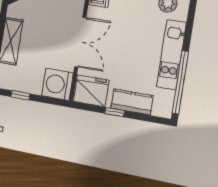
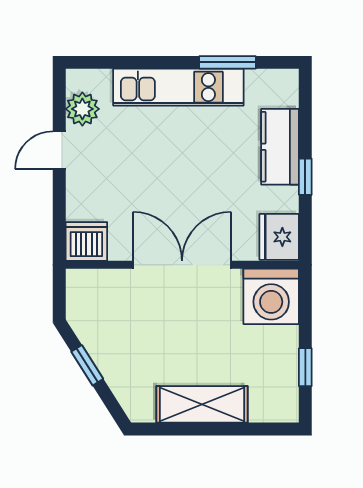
window: (180, 82) -> (228, 62), width x0.47
fridge: (91, 91) -> (279, 237), width x0.73, depth x0.75

